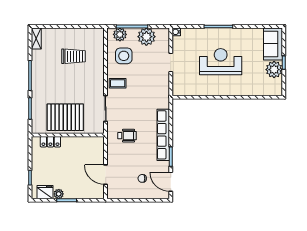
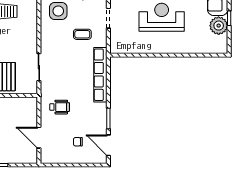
coffee table: (118, 83) -> (82, 34), moved
row of seats: (163, 135) -> (100, 75), moved
wheelchair: (127, 136) -> (60, 107), moved

